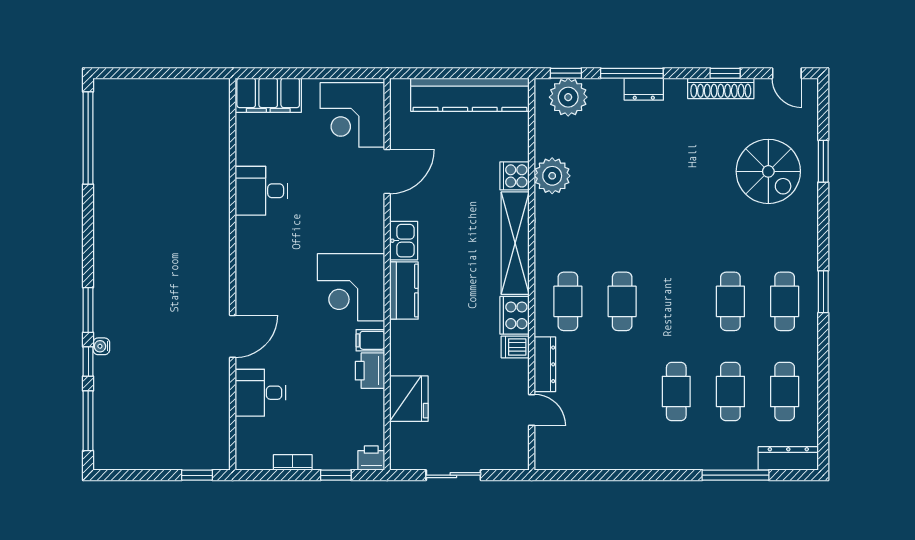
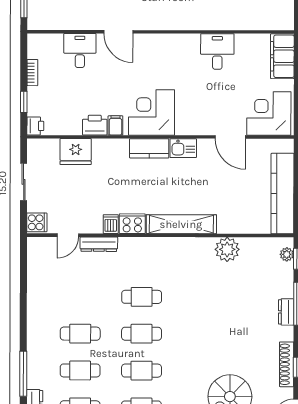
plant: (568, 97) -> (287, 254), width x0.53, depth x0.53
cooker: (515, 176) -> (37, 222), moved, turned 90
cafe table: (568, 301) -> (142, 334), moved

